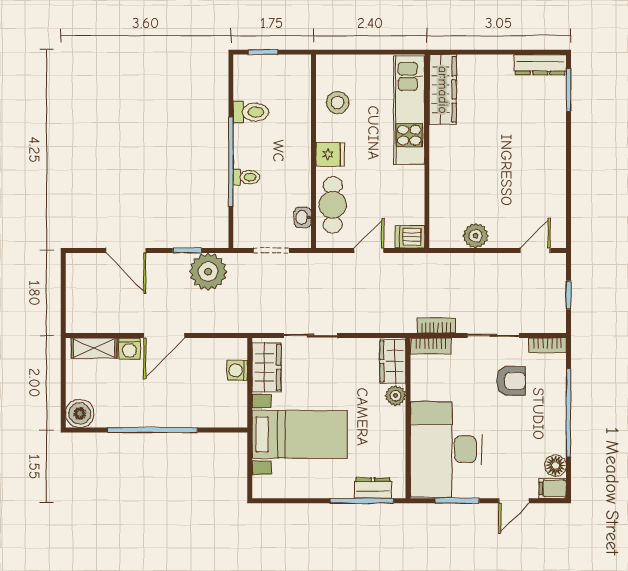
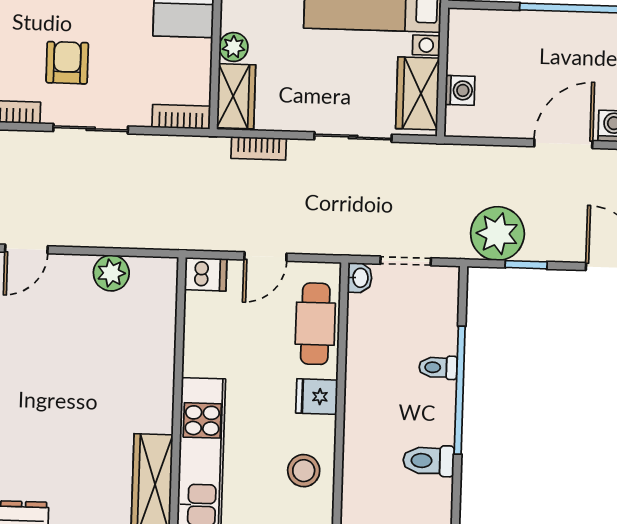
washbasin: (303, 217) -> (360, 278), moved
bookcase: (436, 326) -> (259, 148), moved
armchair: (511, 381) -> (67, 63), turned 90

